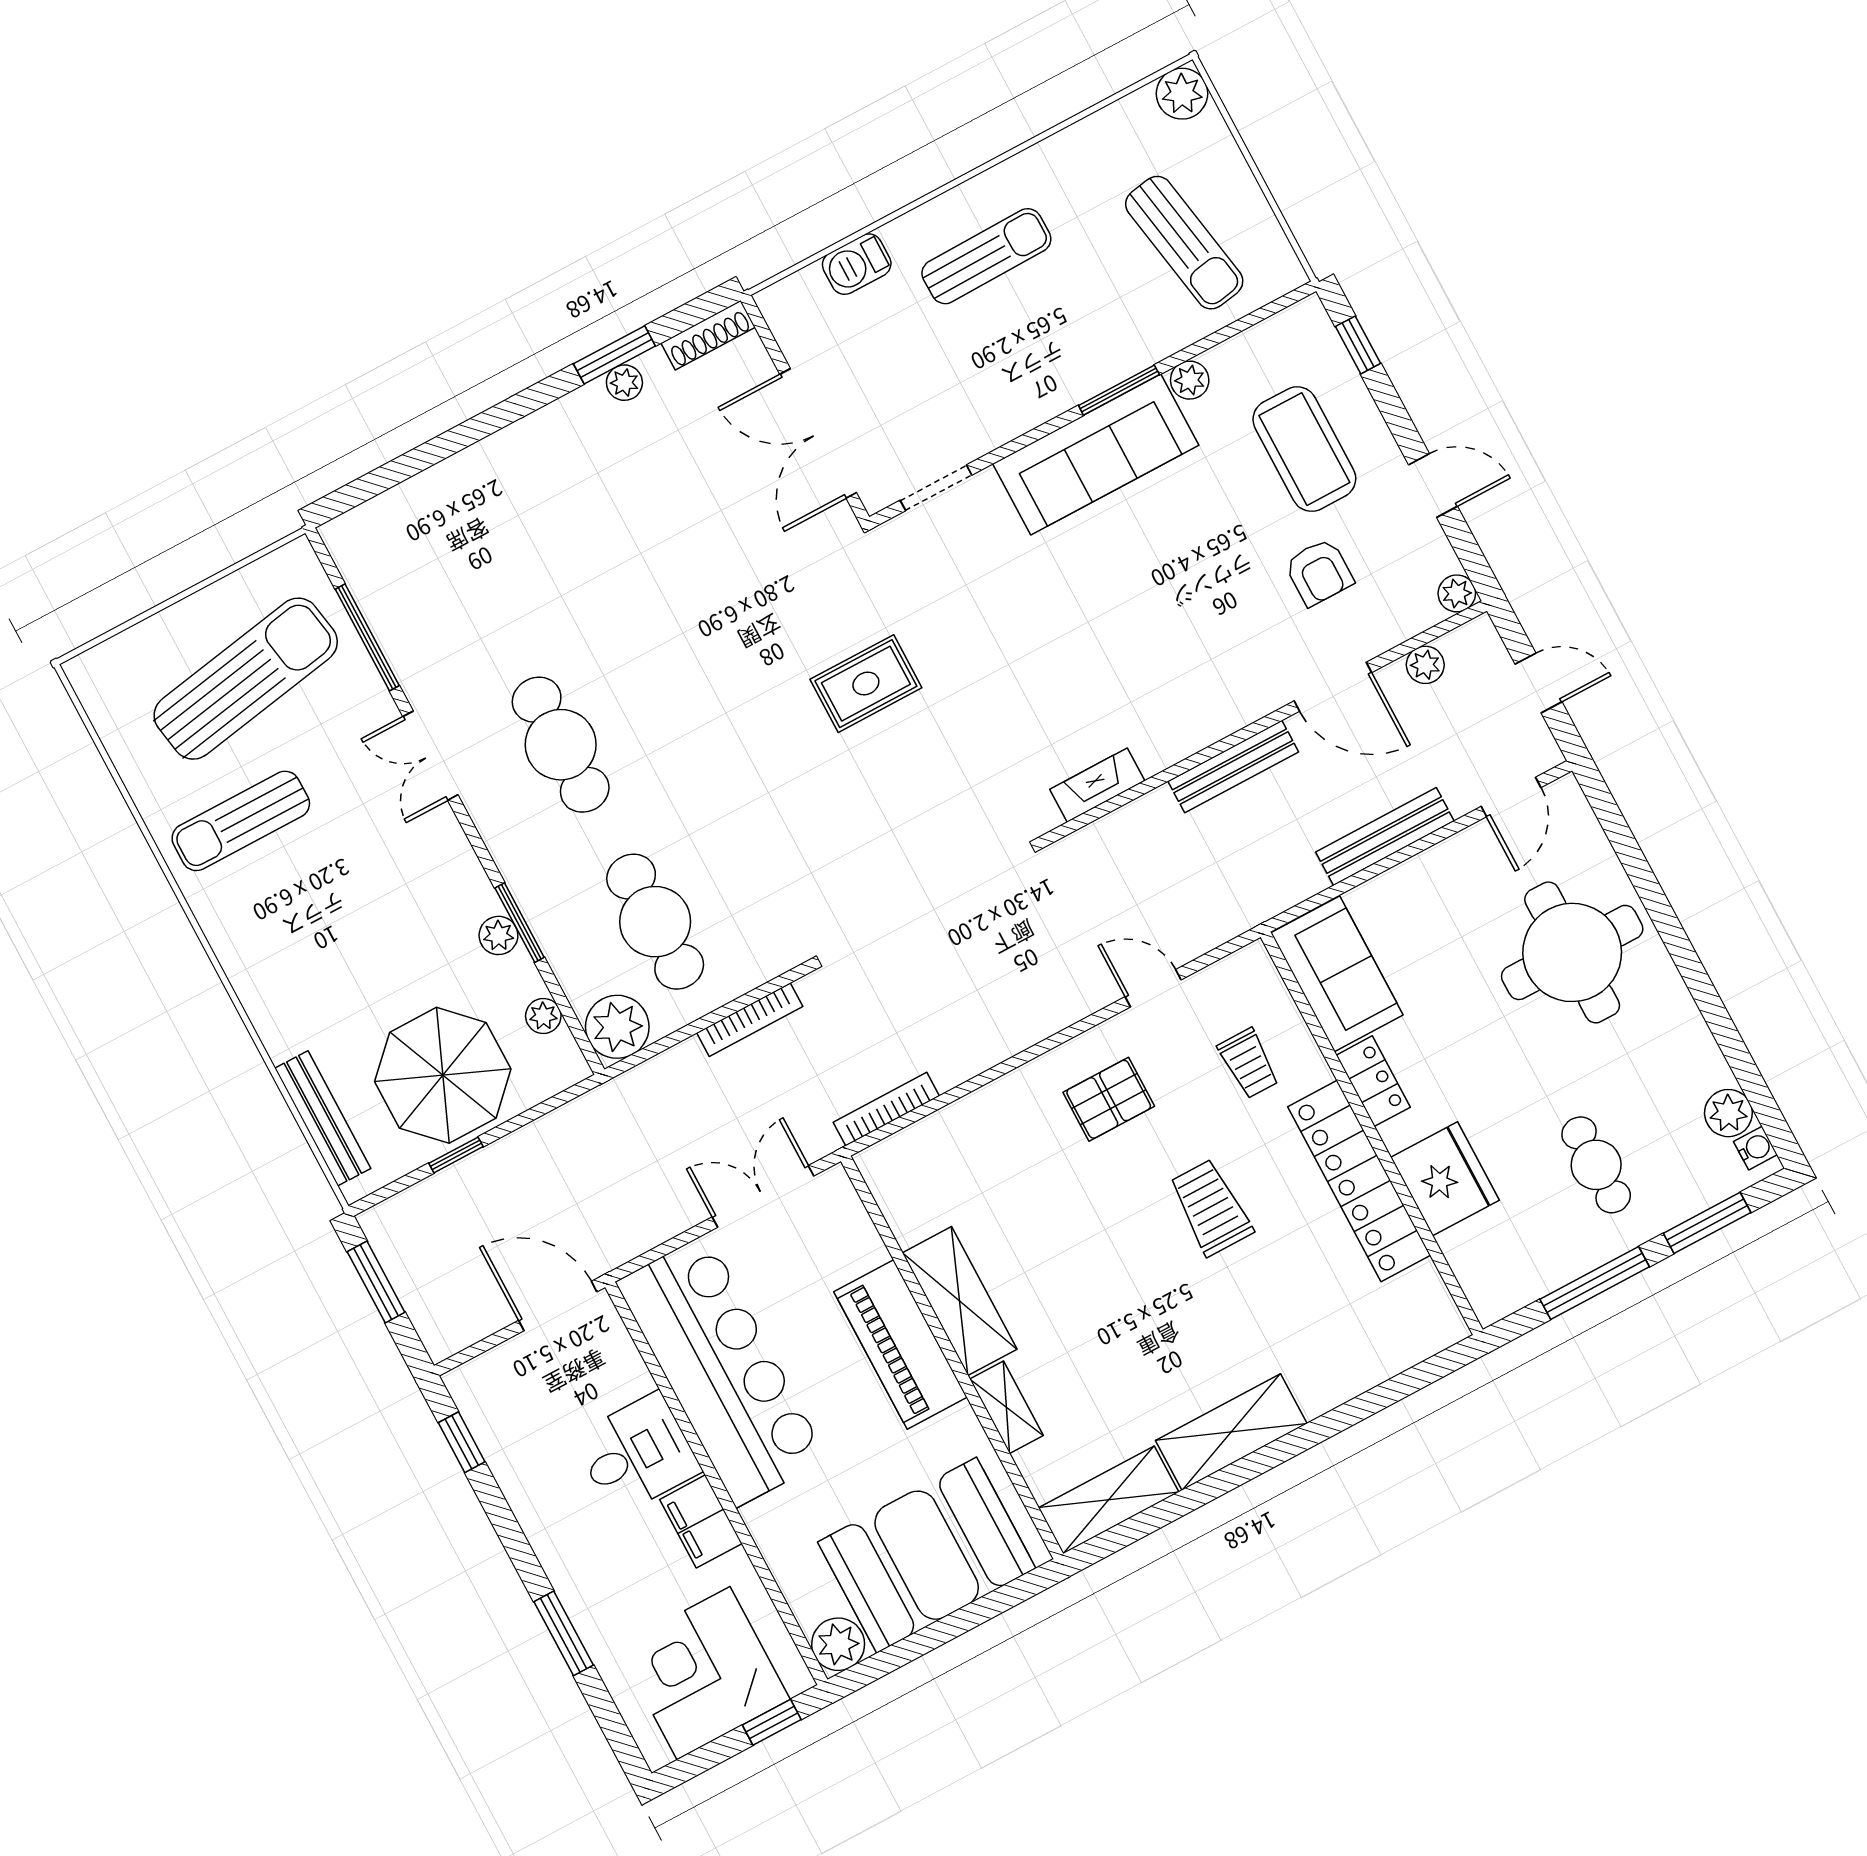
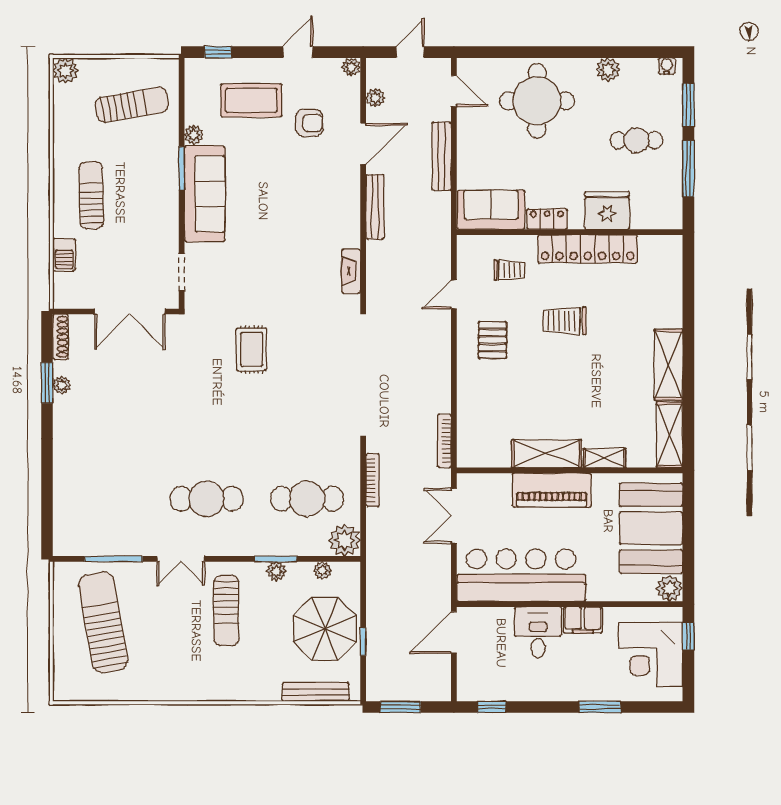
sun lounger: (241, 821) -> (226, 611), moved
plant: (1728, 1113) -> (608, 70), moved

